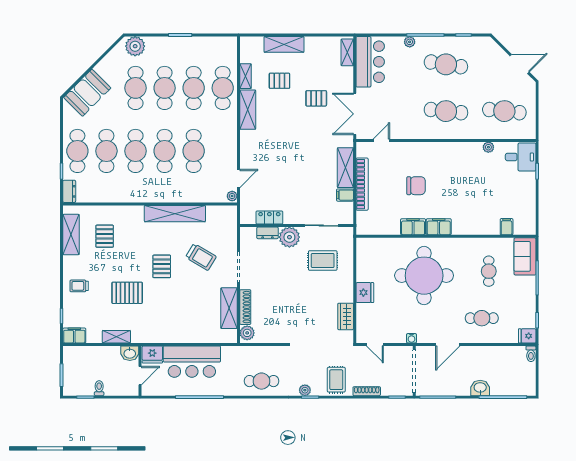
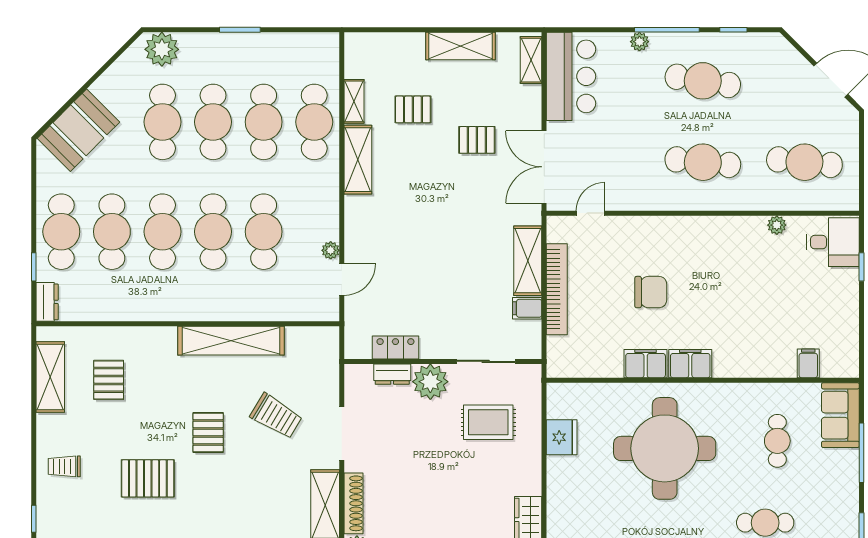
shelving: (284, 44) -> (461, 46), moved
plant: (232, 196) -> (331, 250), moved
fridge: (365, 293) -> (562, 437), moved

